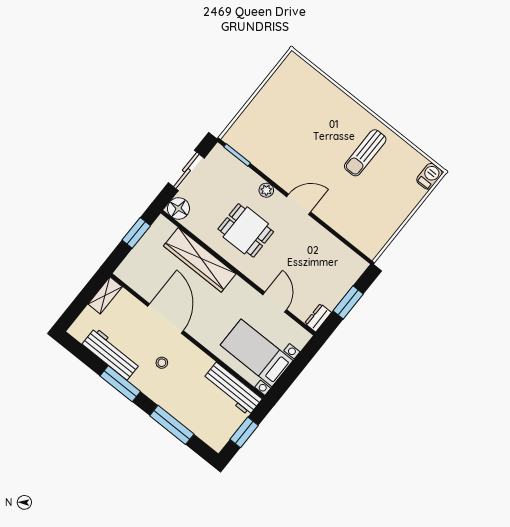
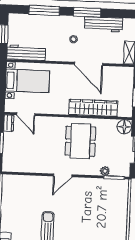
plant: (266, 190) -> (105, 171), moved
dining table: (246, 230) -> (80, 141), width x1.38
door: (275, 302) -> (26, 114), moved

